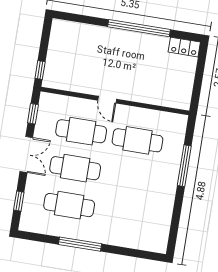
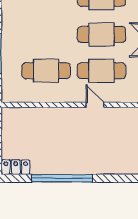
door: (107, 100) -> (95, 105), moved

